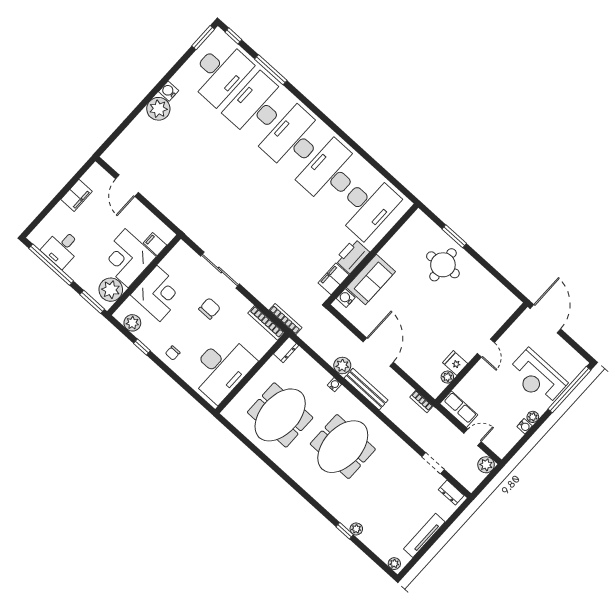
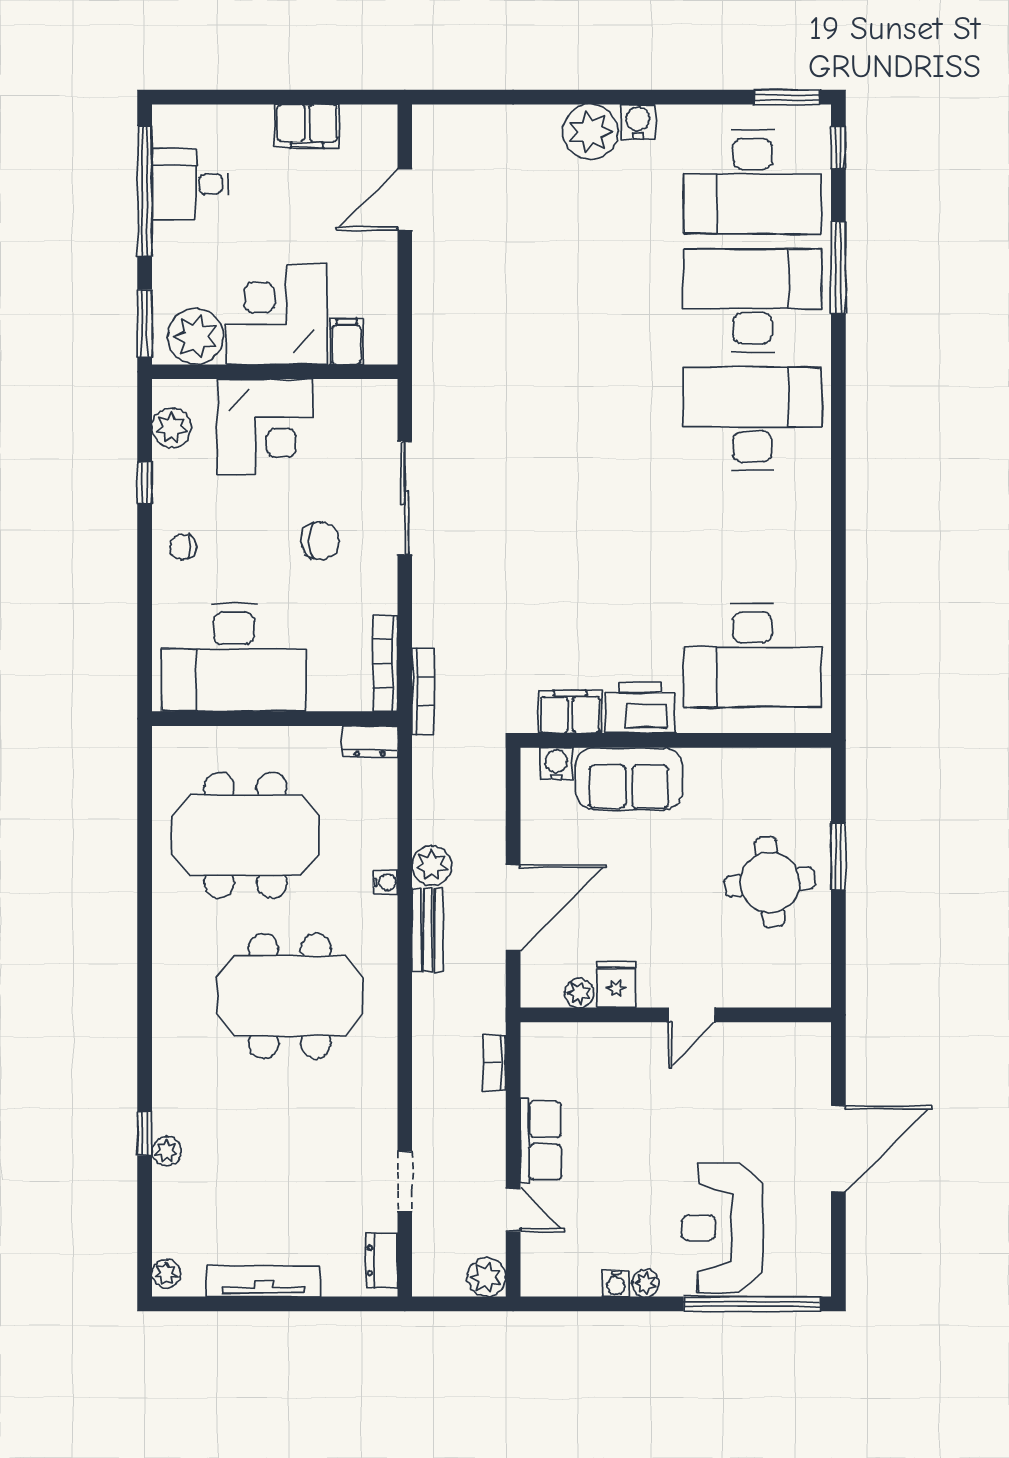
desk: (331, 173) -> (752, 537), removed
door: (486, 348) -> (692, 1015), moved
wall: (481, 353) -> (676, 1015), moved
fridge: (455, 363) -> (616, 984), moved
plant: (447, 377) -> (579, 993), moved
bench: (366, 389) -> (428, 930), width x0.73

